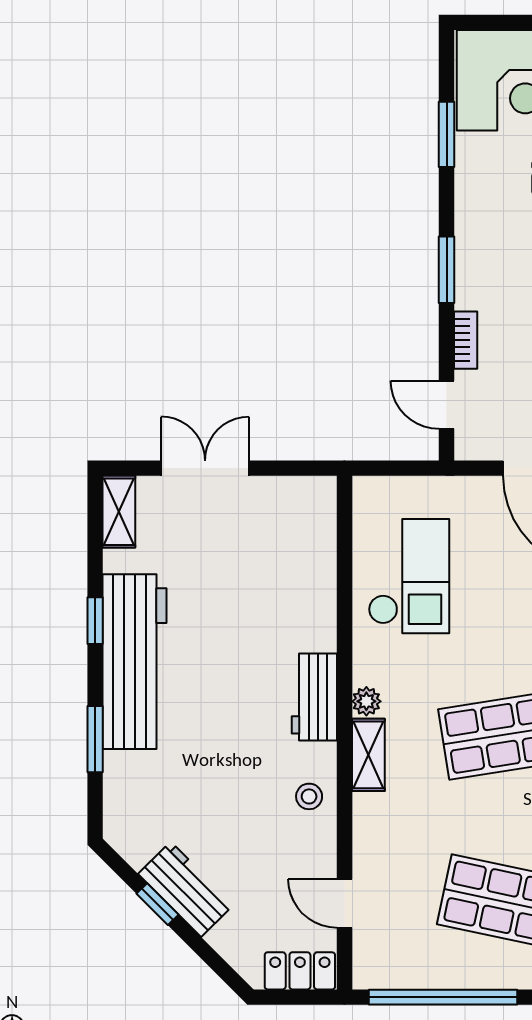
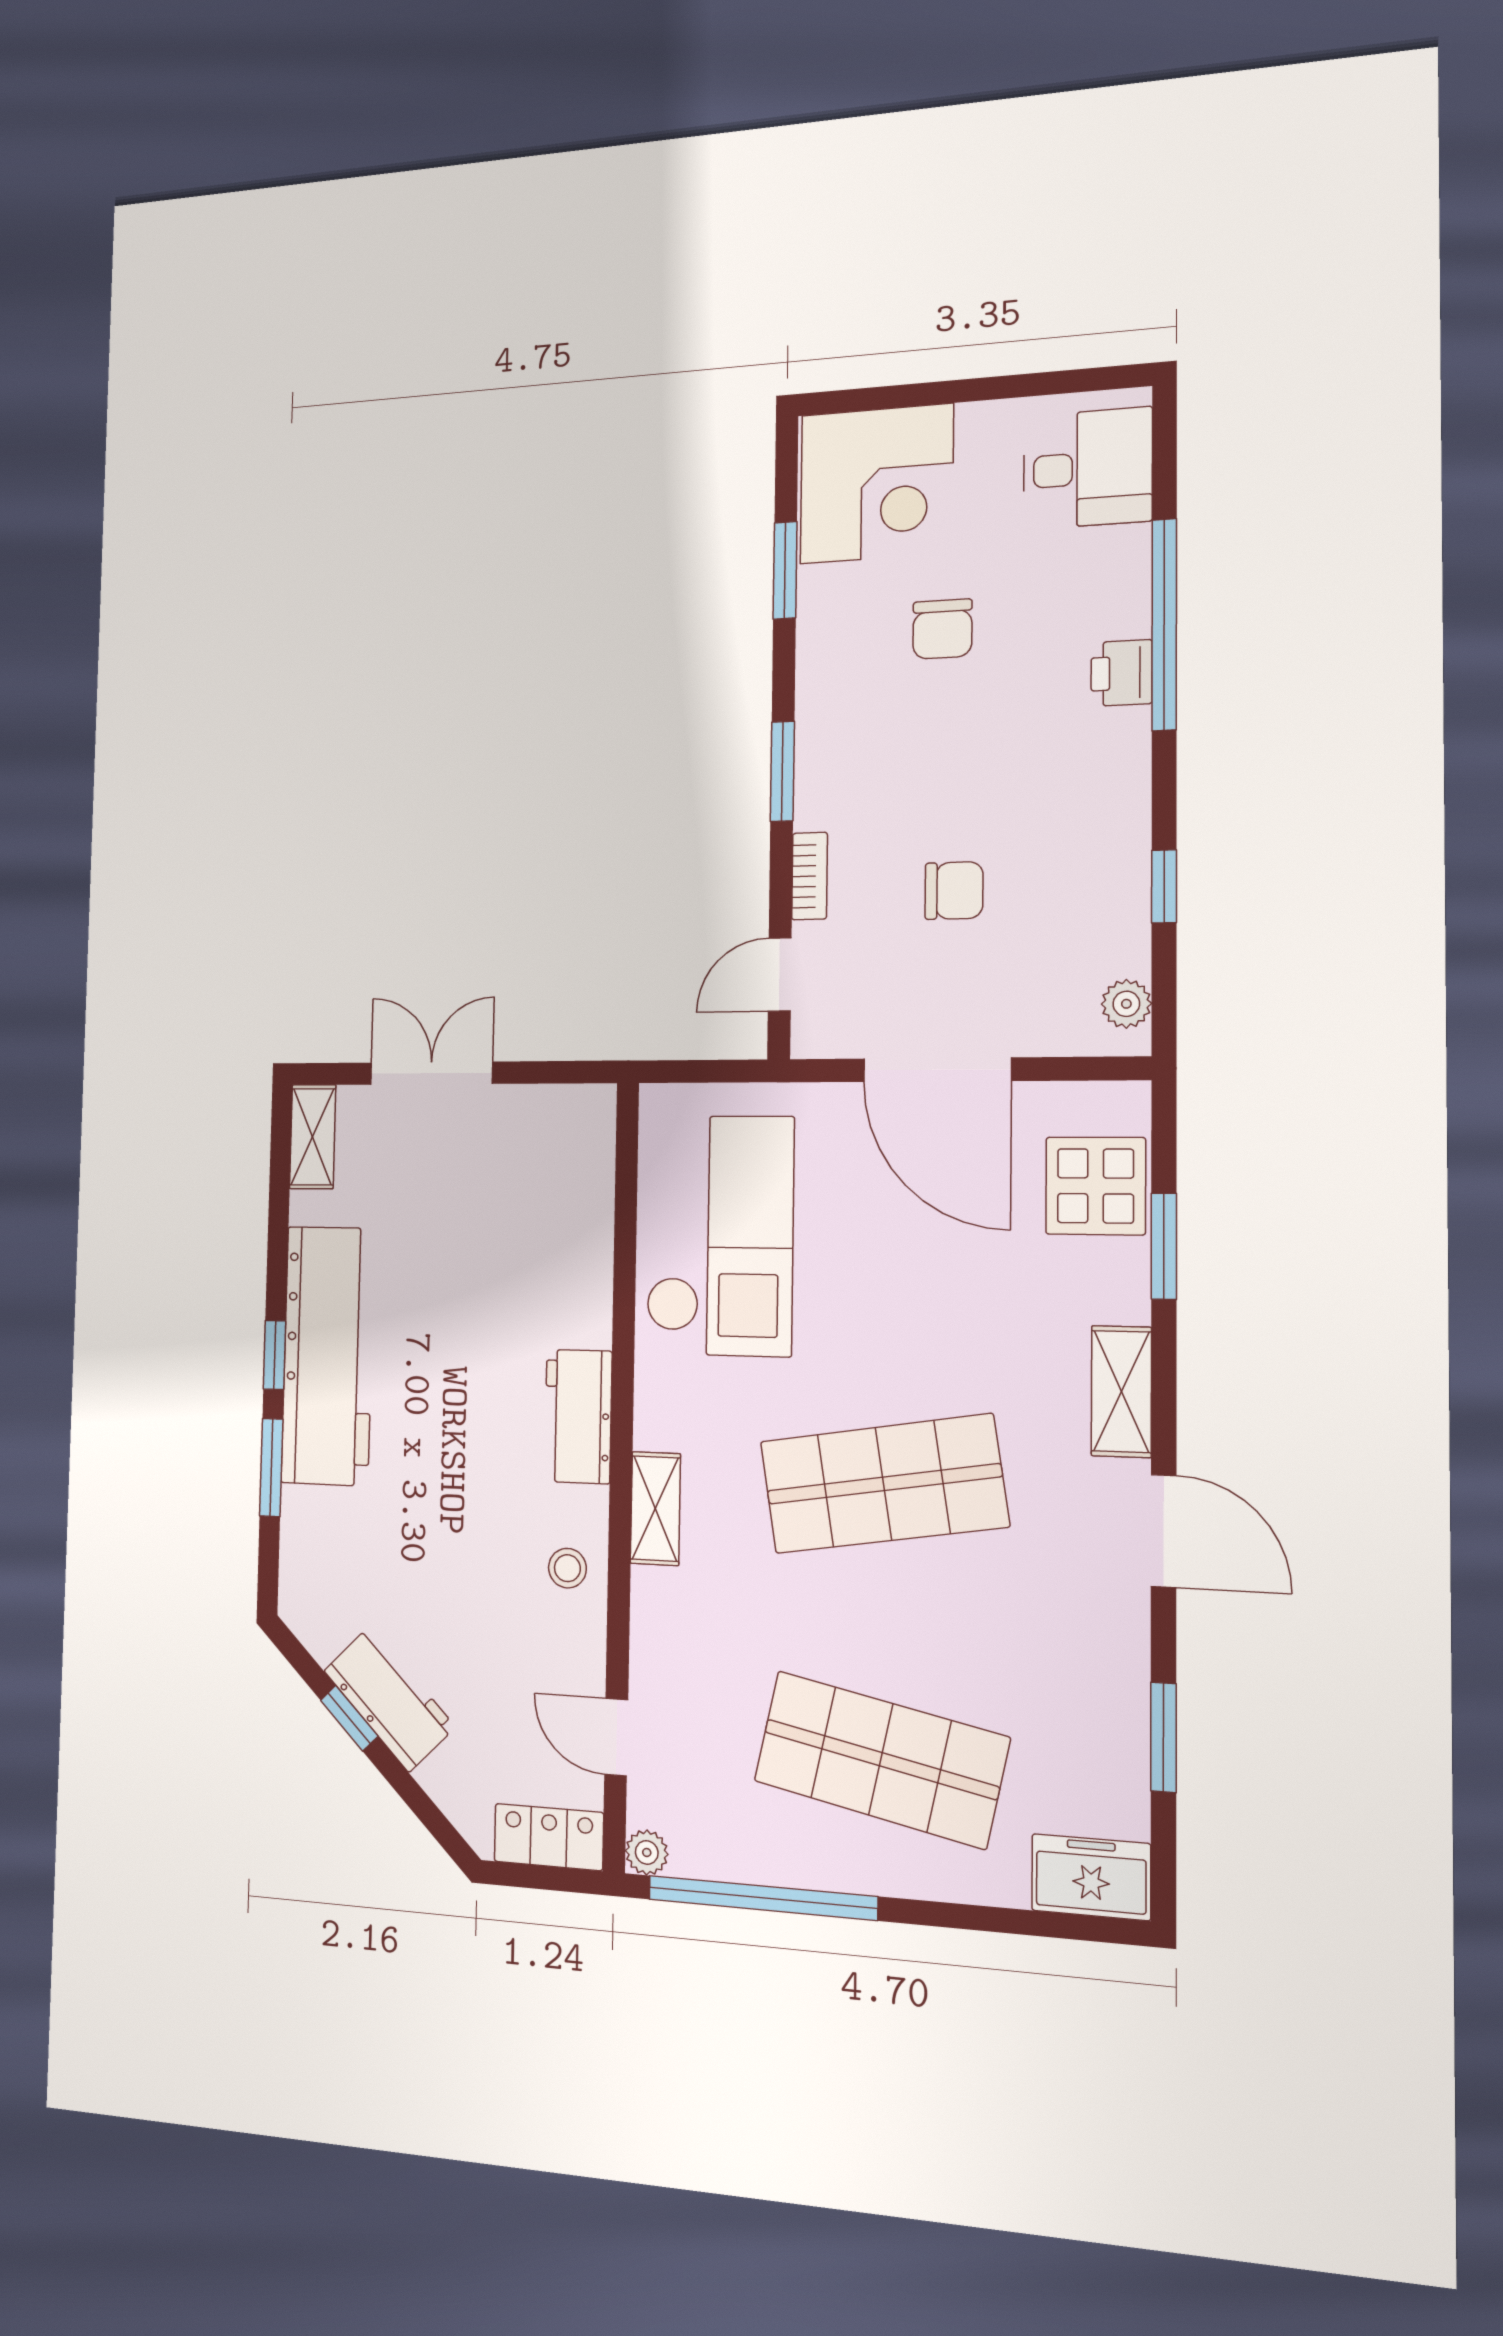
door: (447, 405) -> (780, 975), hinge flipped
checkout: (409, 576) -> (720, 1235), width x1.36, depth x1.21
window: (95, 621) -> (275, 1355), moved
plant: (366, 701) -> (647, 1852), moved

